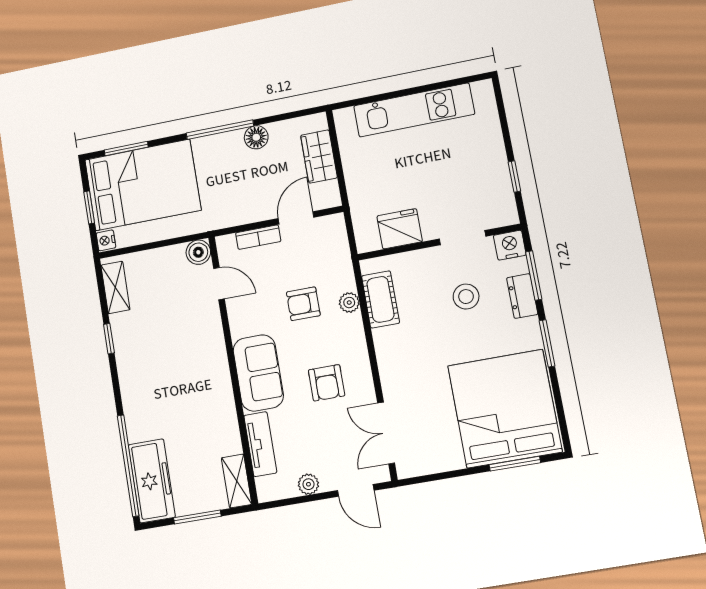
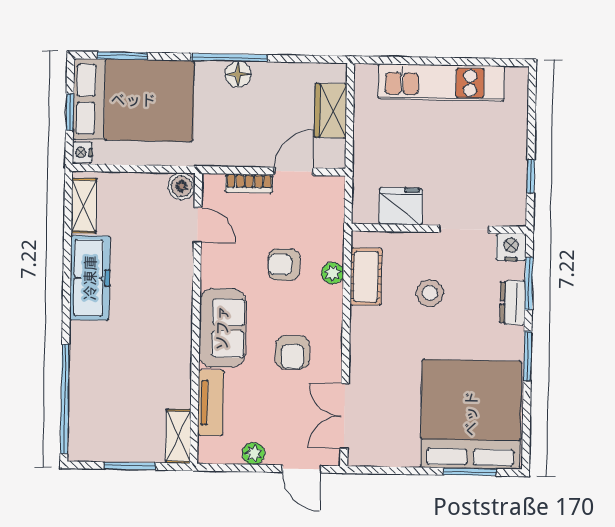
floor lamp: (256, 137) -> (238, 74), moved
stool: (466, 297) -> (430, 293), moved
window: (109, 339) -> (67, 260), removed
freezer: (152, 481) -> (90, 278), moved

